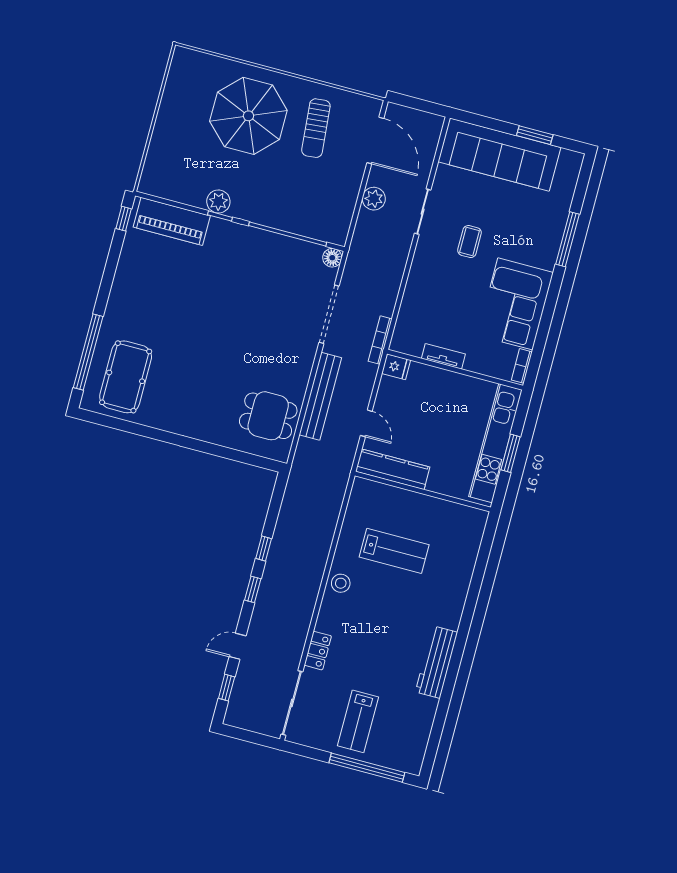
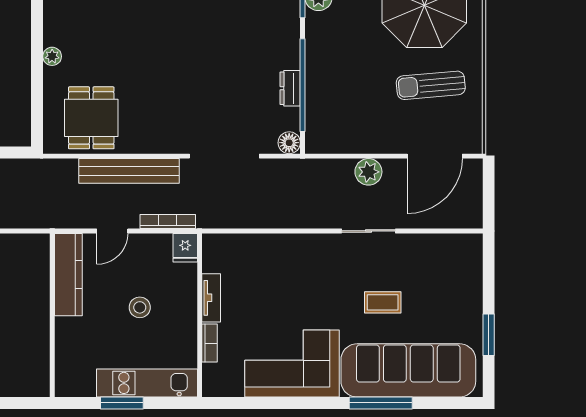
sofa: (499, 155) -> (408, 370), moved, turned 90
coffee table: (469, 242) -> (383, 302), moved
dresser: (287, 245) -> (290, 88), added
bookcase: (380, 340) -> (168, 222), moved
bookcase: (522, 366) -> (210, 343), moved, turned 90
stool: (435, 417) -> (140, 307), added
plant: (209, 435) -> (52, 56), added
kitchen unit: (496, 443) -> (147, 383), width x0.73

